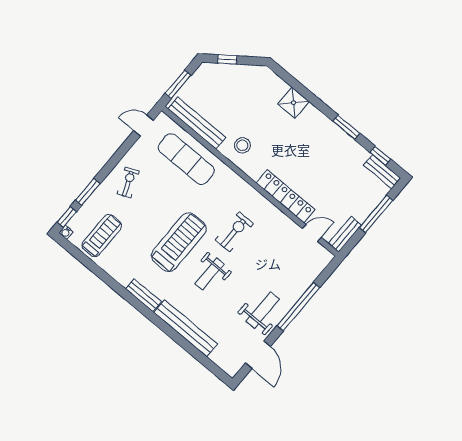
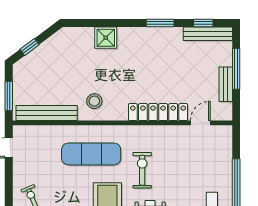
exercise mat: (186, 159) -> (91, 154), moved
bench: (382, 172) -> (208, 34), width x1.36
bench: (345, 234) -> (226, 84), moved

